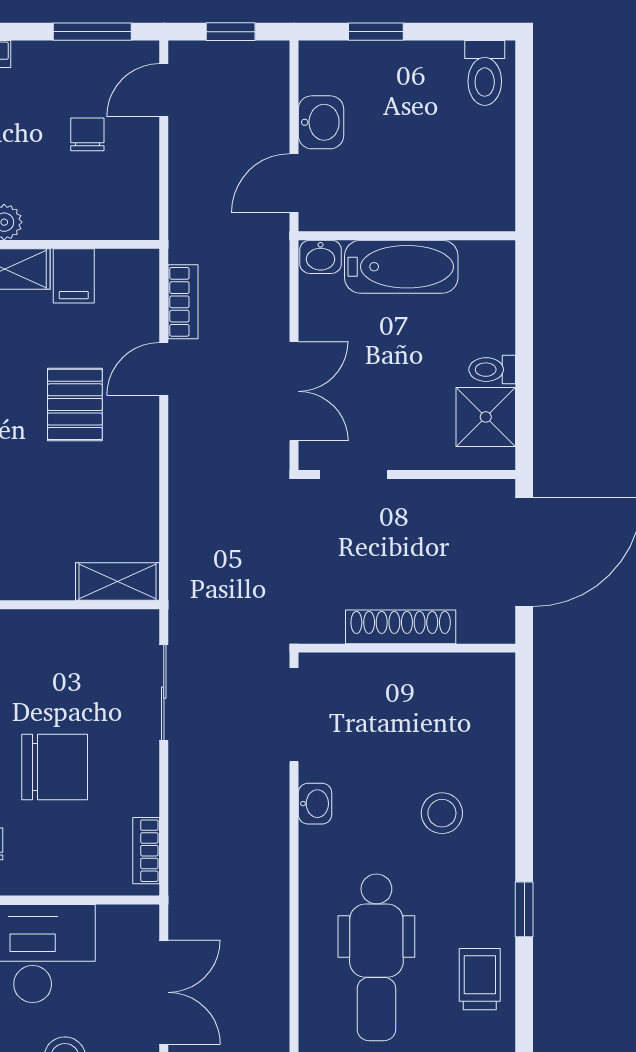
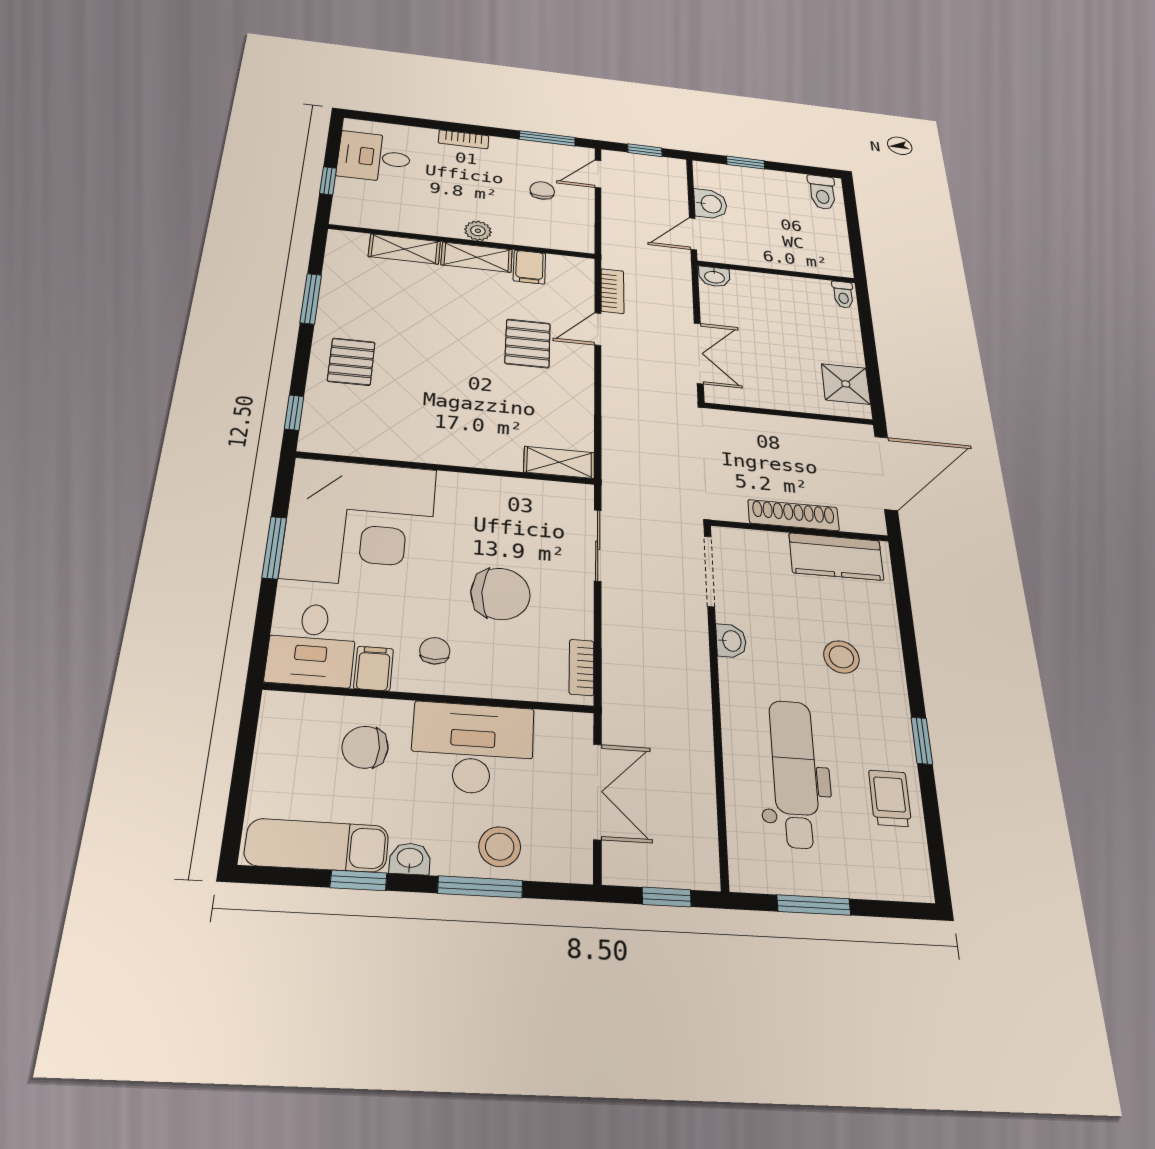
bathtub: (401, 267) -> (774, 289), removed
toilet: (492, 370) -> (843, 295), moved, turned -90
doorway: (353, 474) -> (748, 410), removed
kitchen counter: (448, 680) -> (836, 557), added
dental chair: (376, 957) -> (795, 773), turned 180

